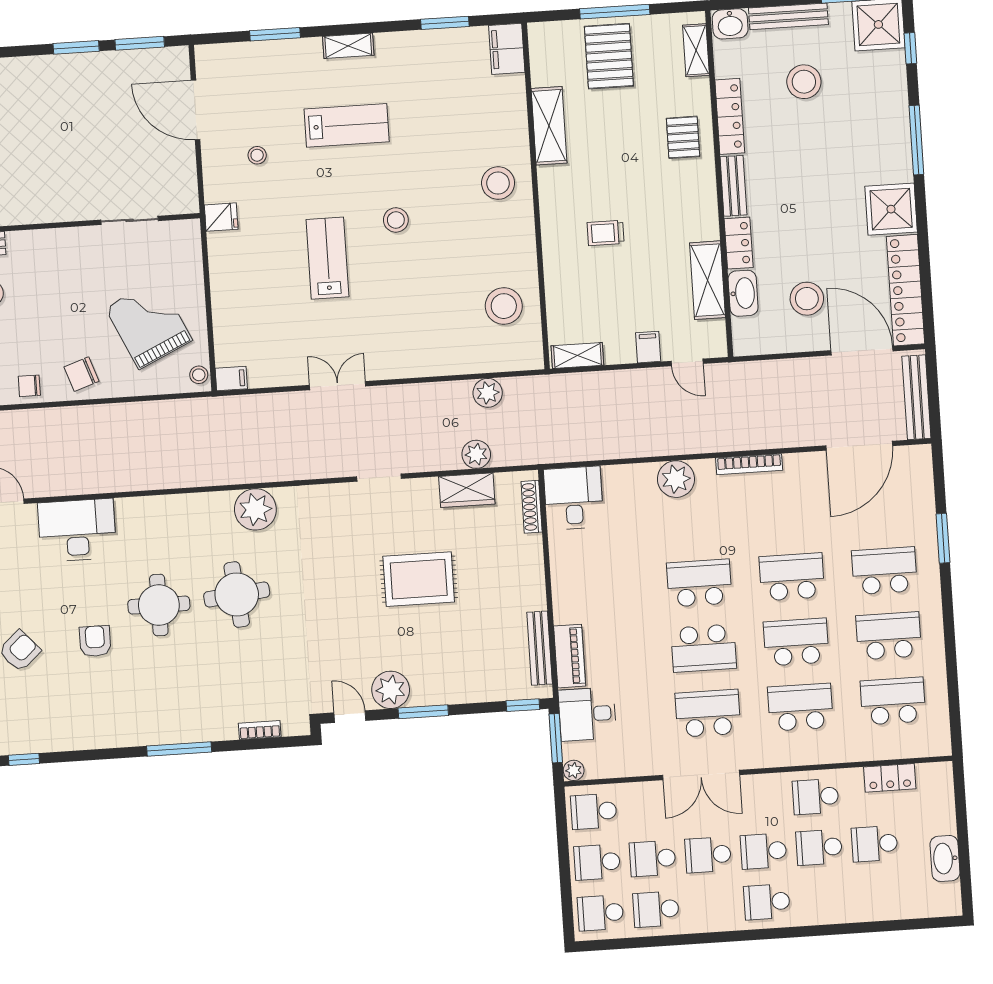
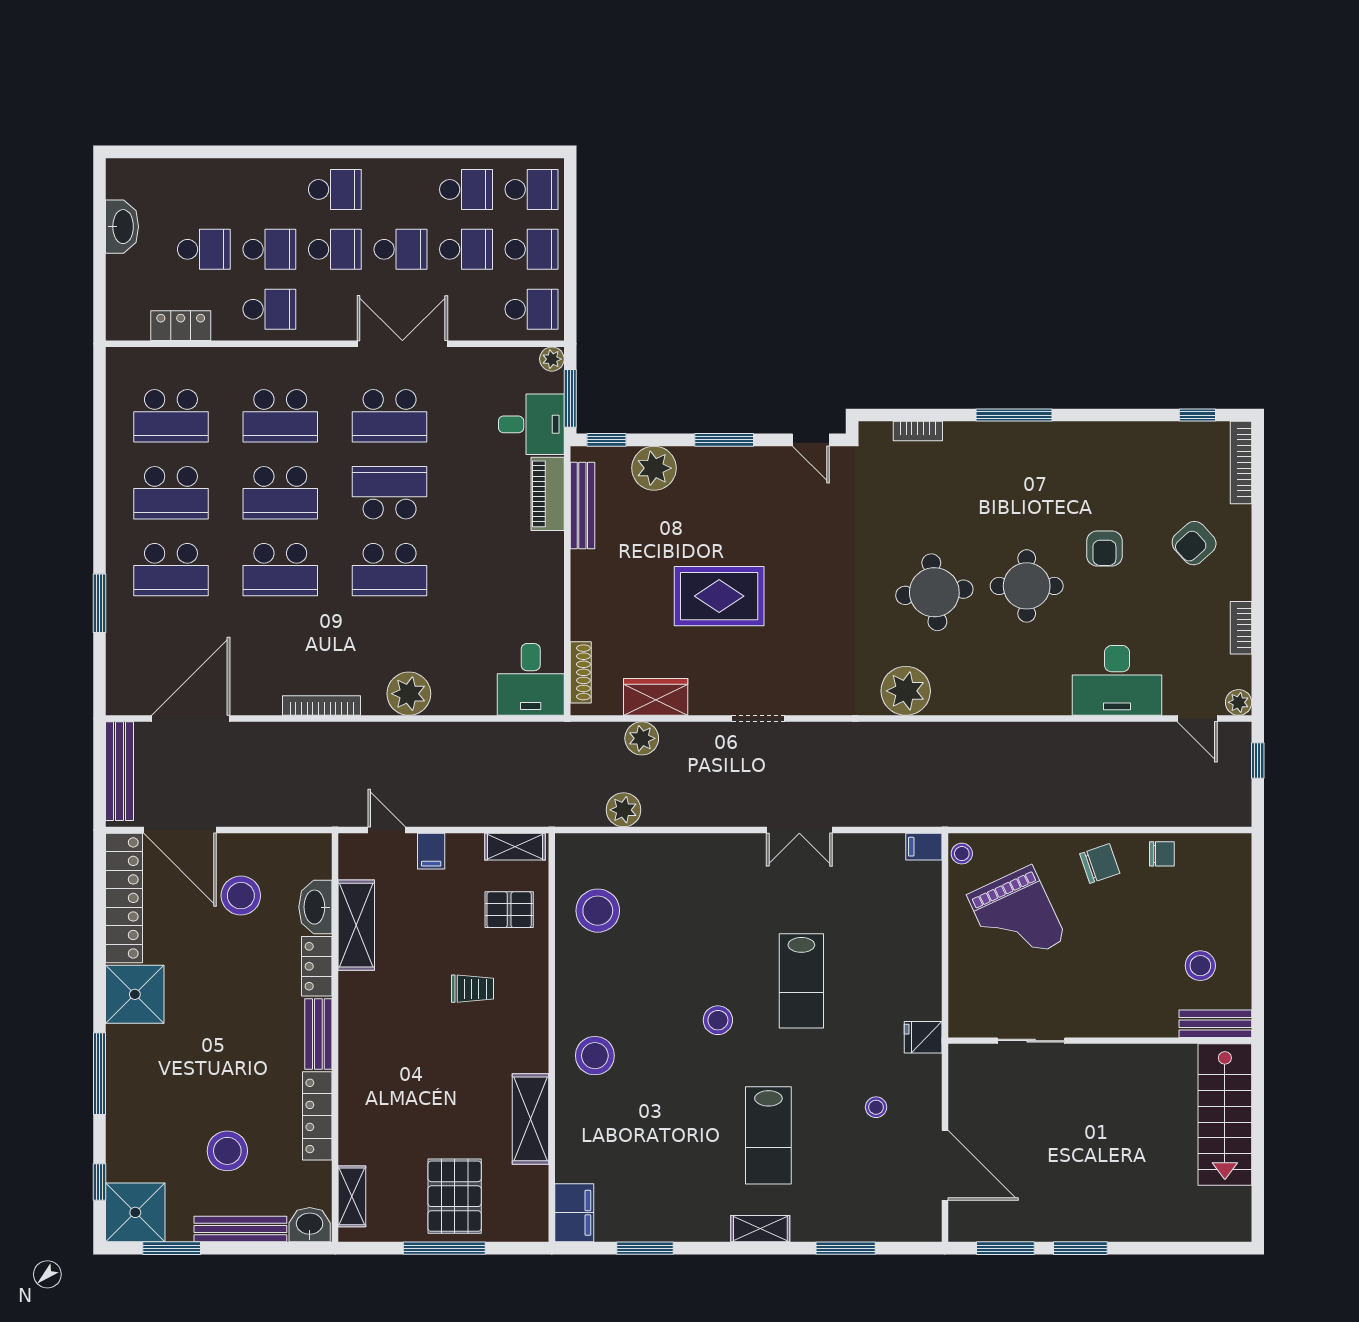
lab bench: (347, 125) -> (768, 1135), turned -90
pallet: (683, 137) -> (509, 910), moved, turned 90
plant: (391, 690) -> (654, 468), moved

